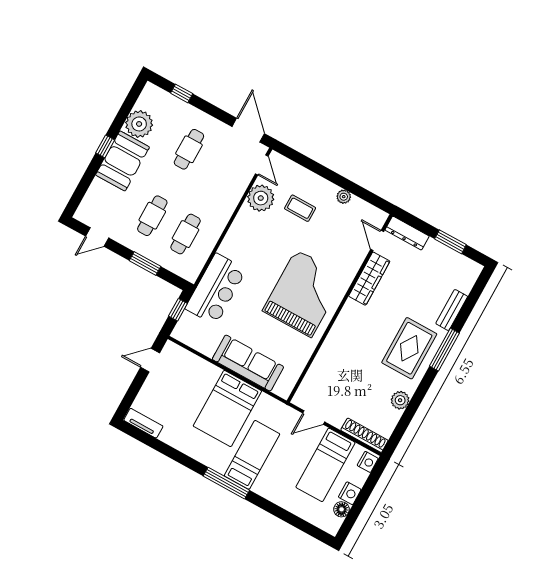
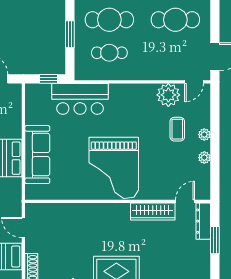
cafe table: (189, 149) -> (175, 20), width x1.37, depth x1.35
plant: (321, 184) -> (204, 135), added
cafe table: (152, 216) -> (109, 20), width x1.37, depth x1.35
window: (450, 242) -> (215, 240), moved
grand piano: (304, 293) -> (114, 168), turned 90

